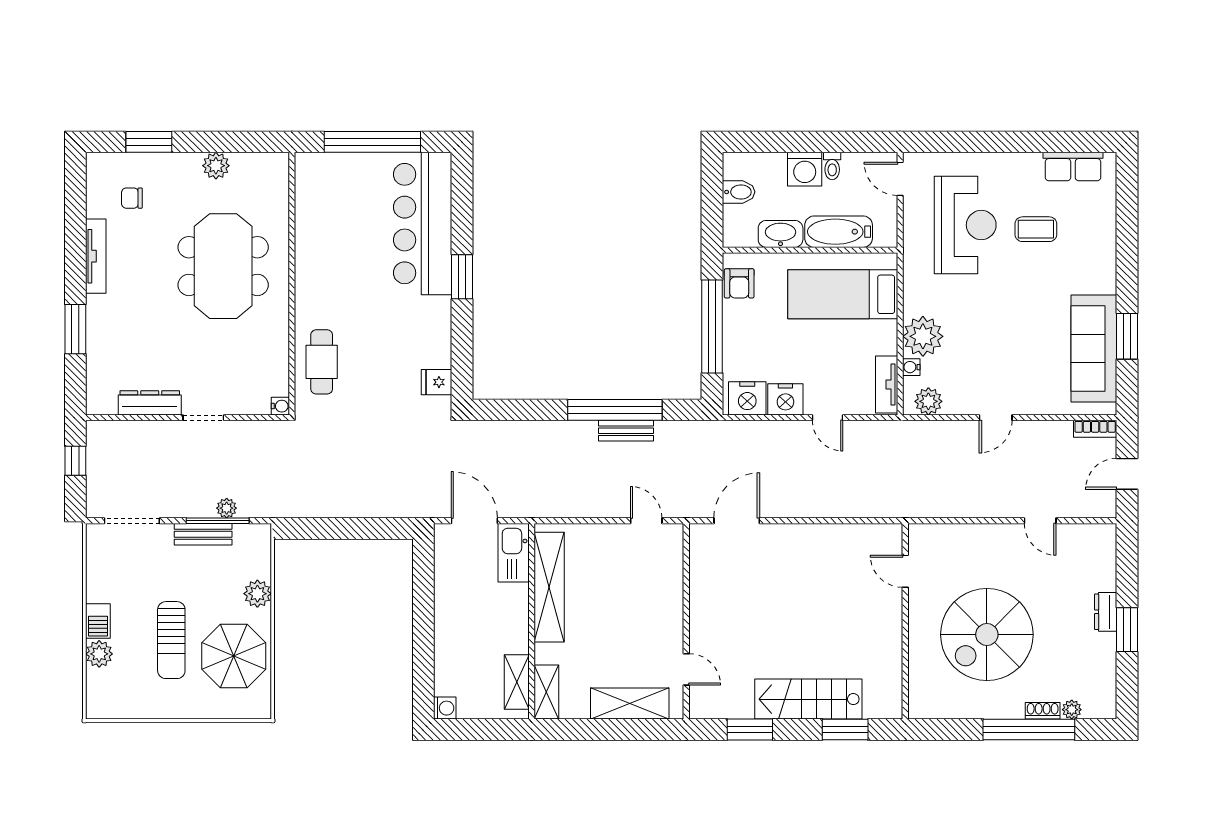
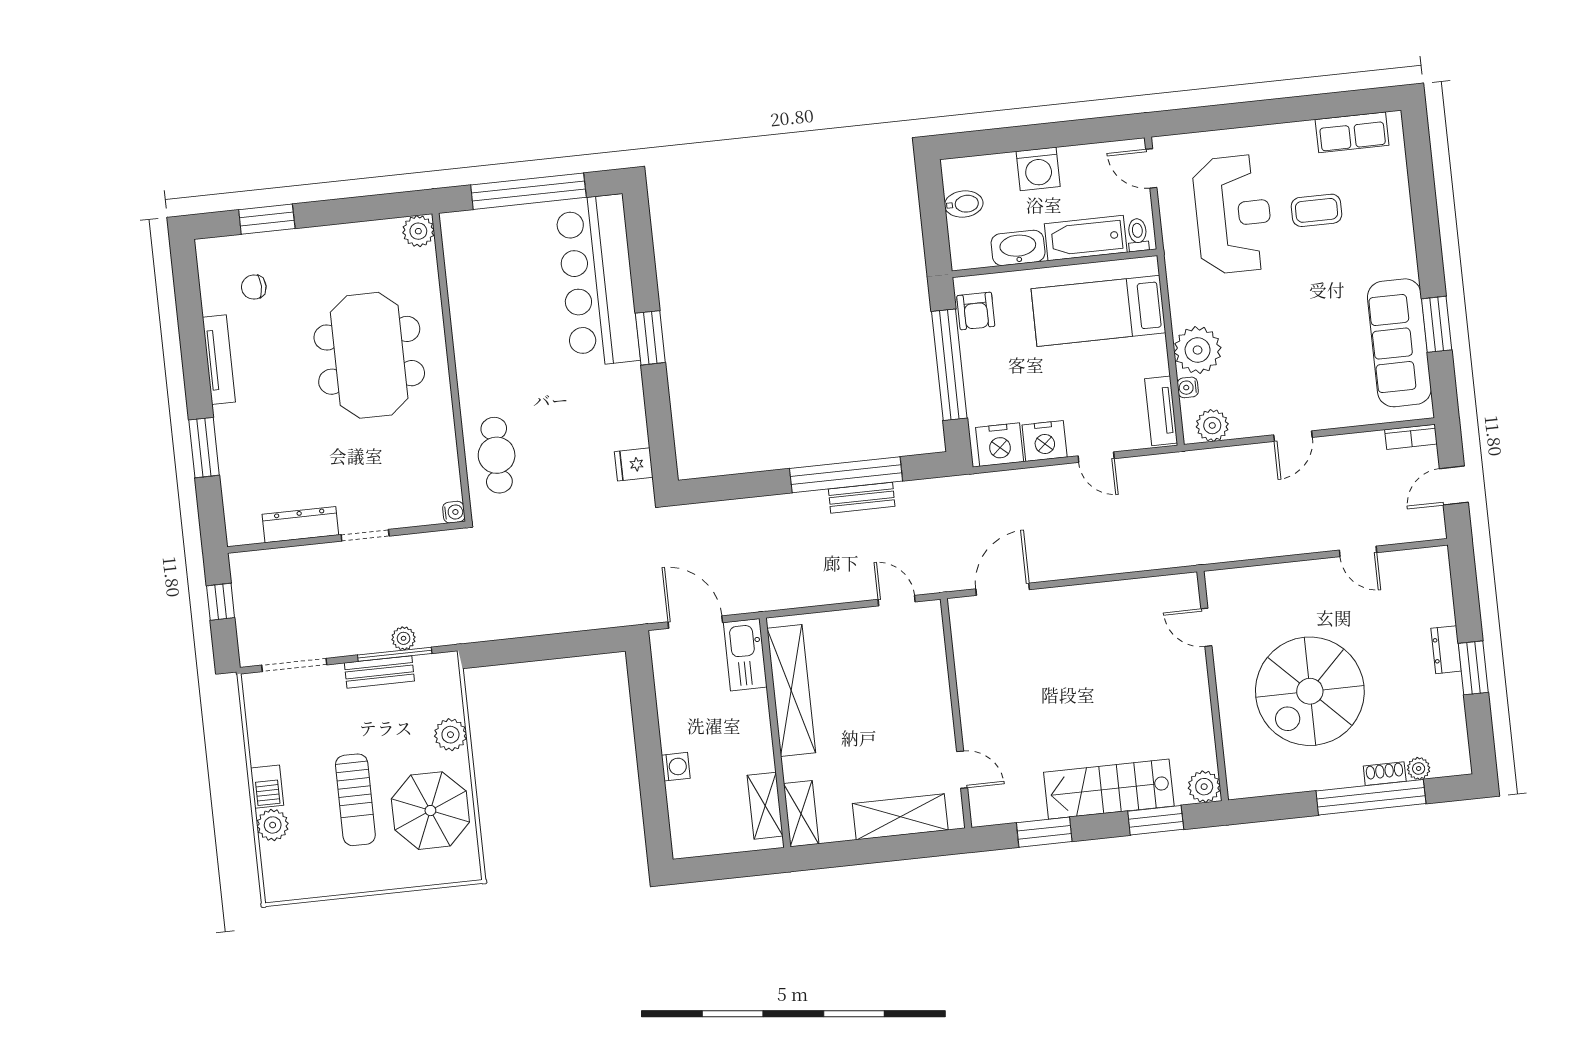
plant: (216, 166) -> (418, 231), moved
toilet: (832, 166) -> (1138, 235), moved, turned 180
plant: (889, 706) -> (1204, 787), added
washing machine: (445, 708) -> (676, 767), moved

